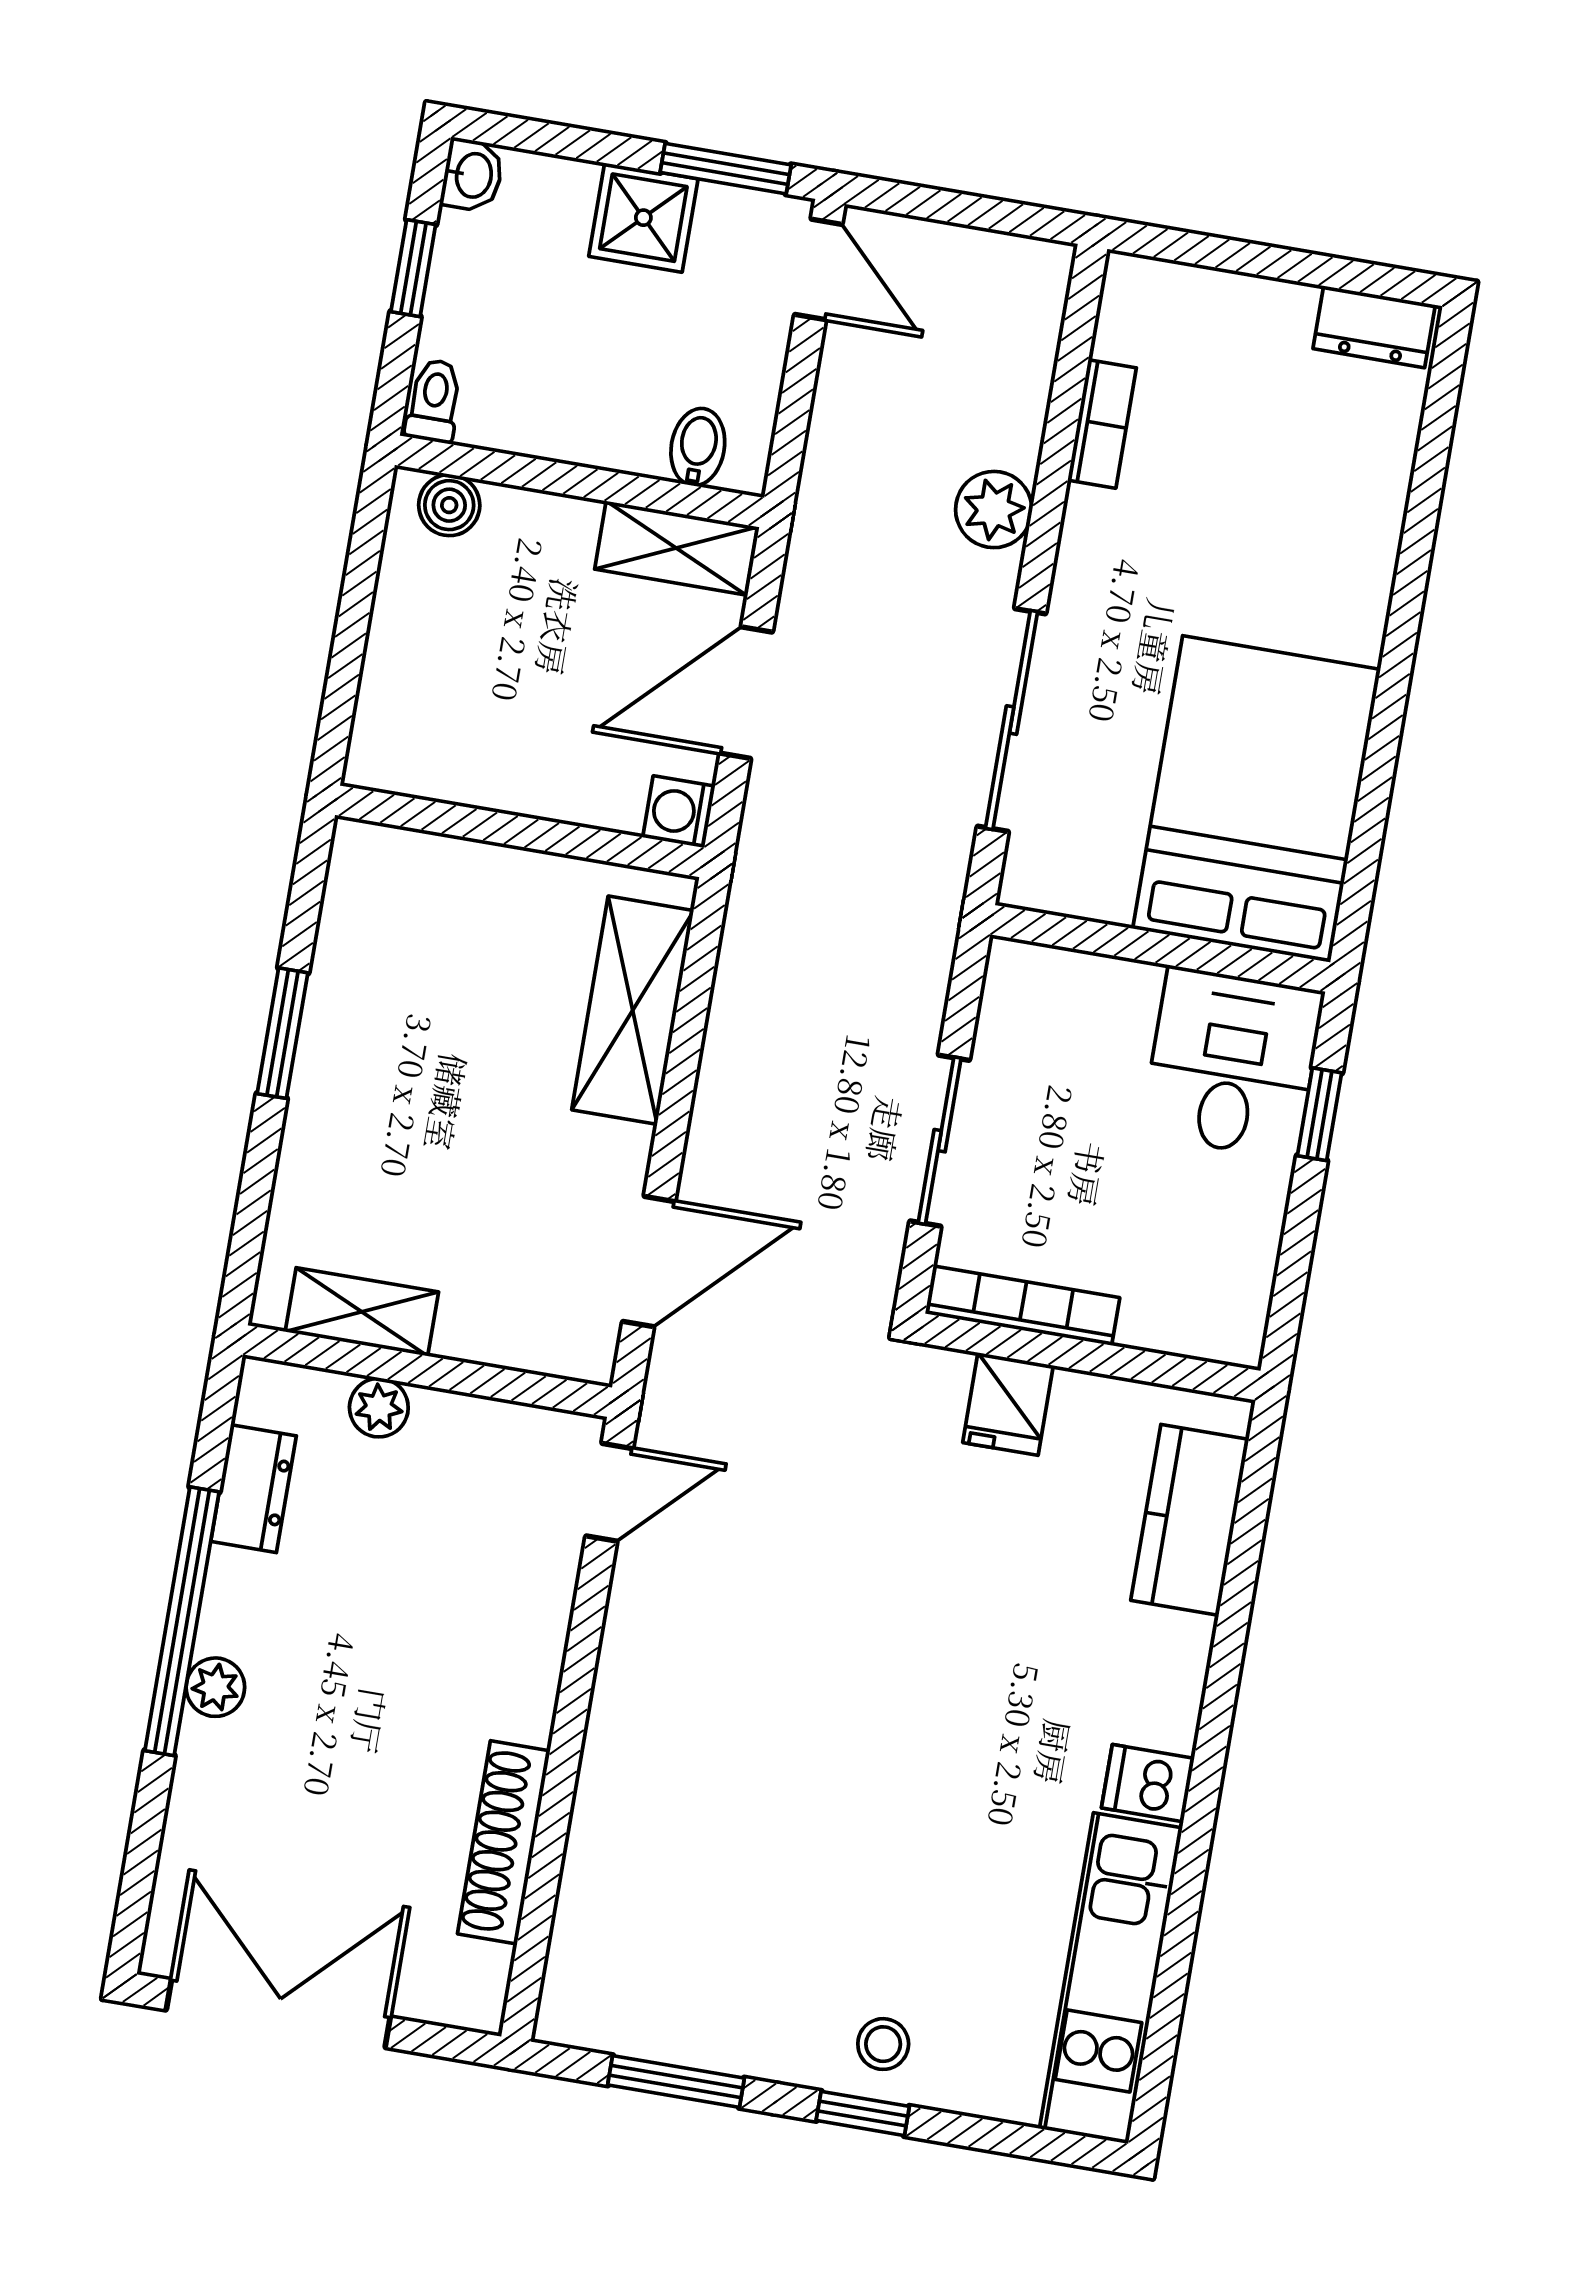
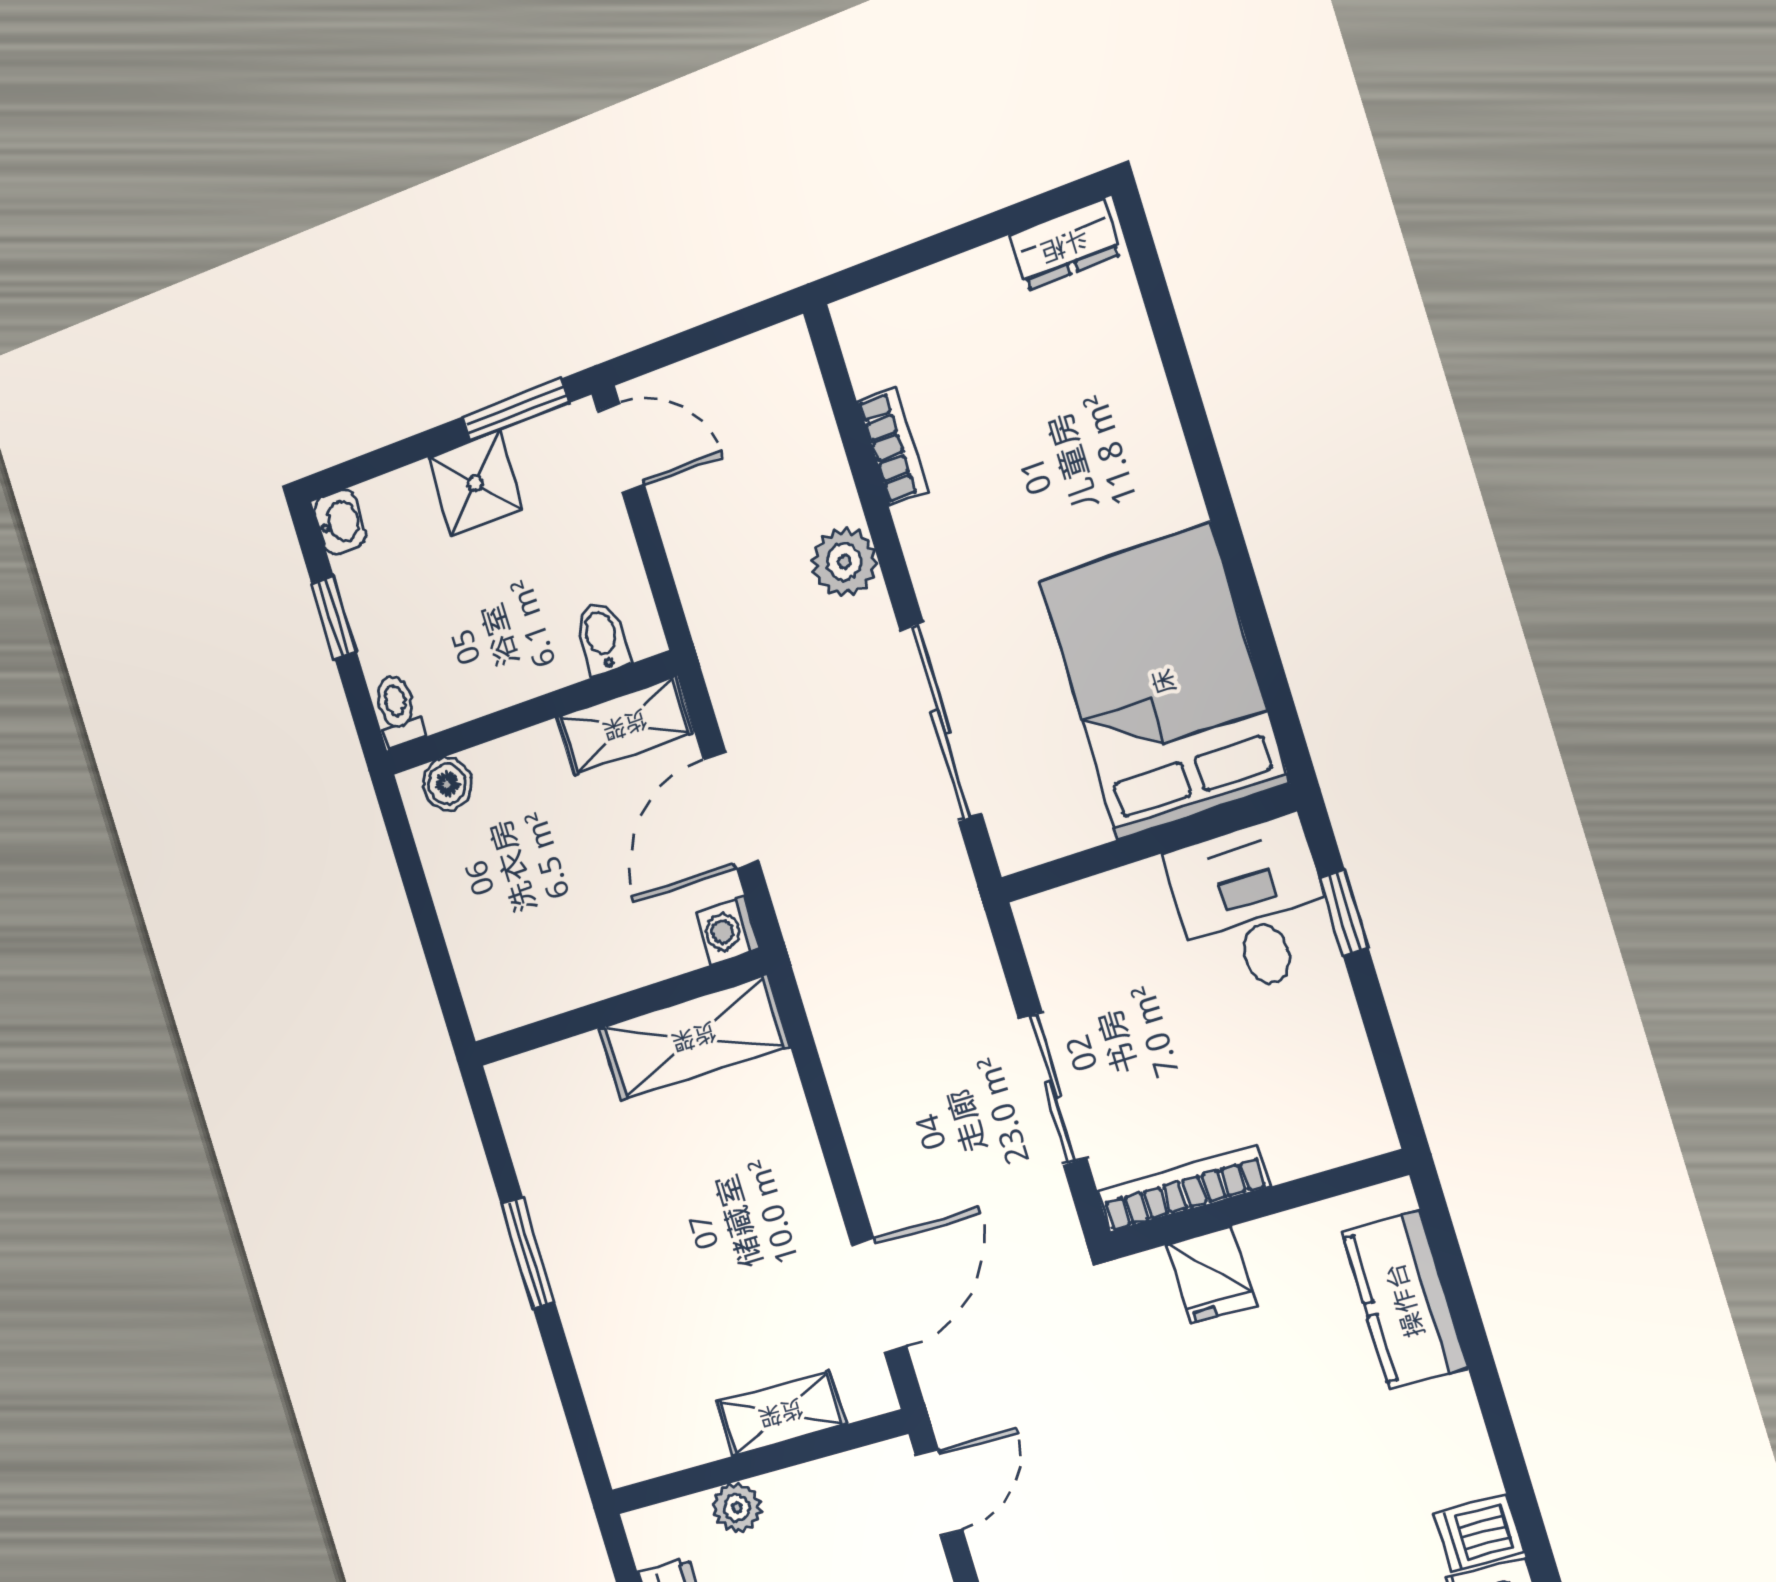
shelving: (633, 1010) -> (694, 1037), moved, turned 90
shelving: (362, 1312) -> (781, 1413), moved

